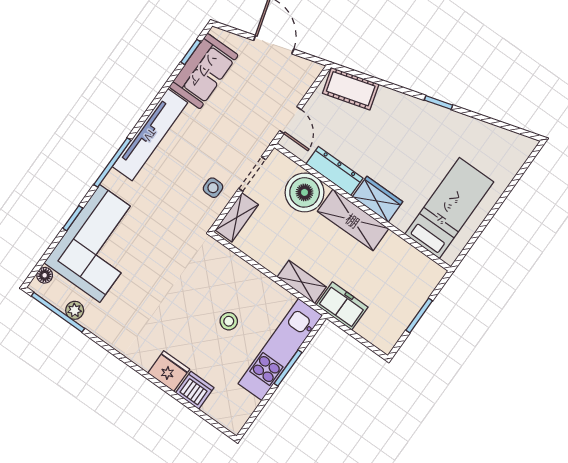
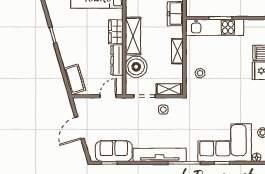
shelving: (302, 282) -> (177, 51), moved
stool: (229, 321) -> (200, 73), moved

